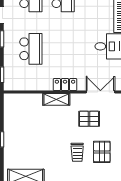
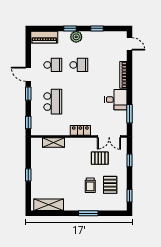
double door: (100, 92) -> (109, 137), swing flipped
shelving: (56, 99) -> (54, 142), moved

